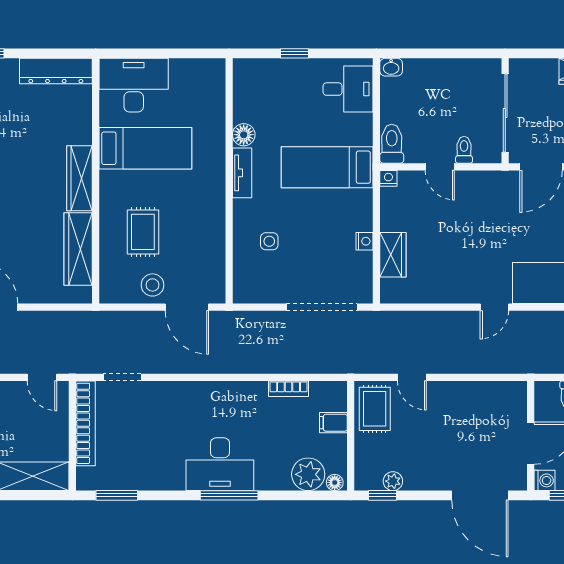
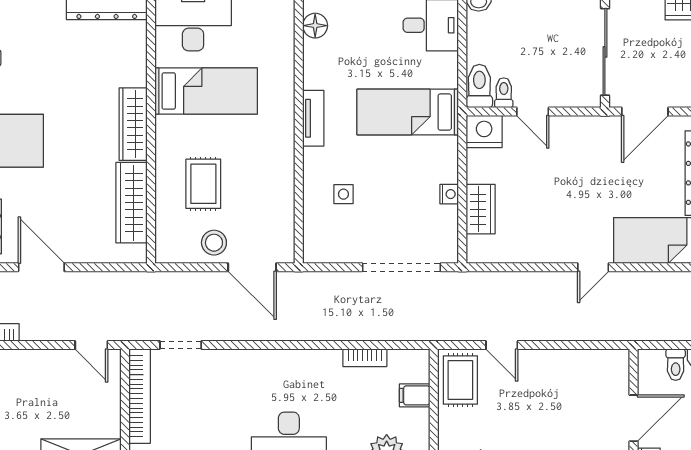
floor lamp: (244, 135) -> (315, 26), moved
toilet: (464, 150) -> (504, 93), moved
nightstand: (388, 178) -> (484, 132), width x1.89, depth x1.79

